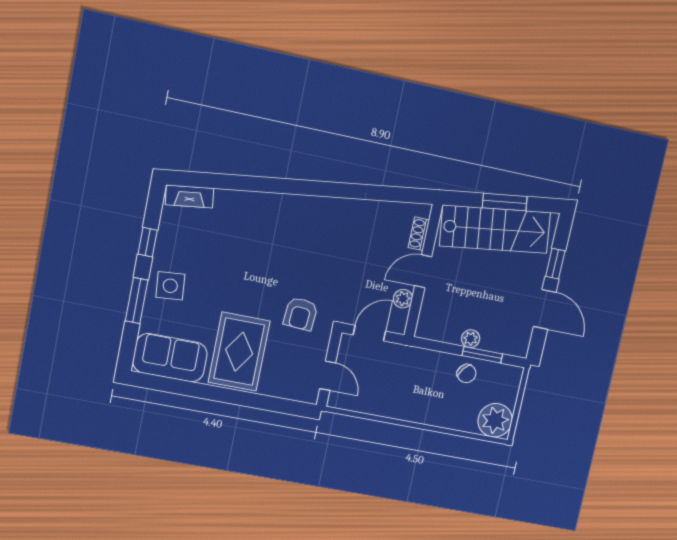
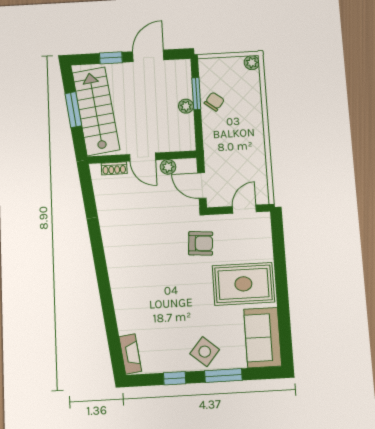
side table: (170, 286) -> (205, 352), turned 45
plant: (495, 420) -> (252, 63), width x0.53, depth x0.53

